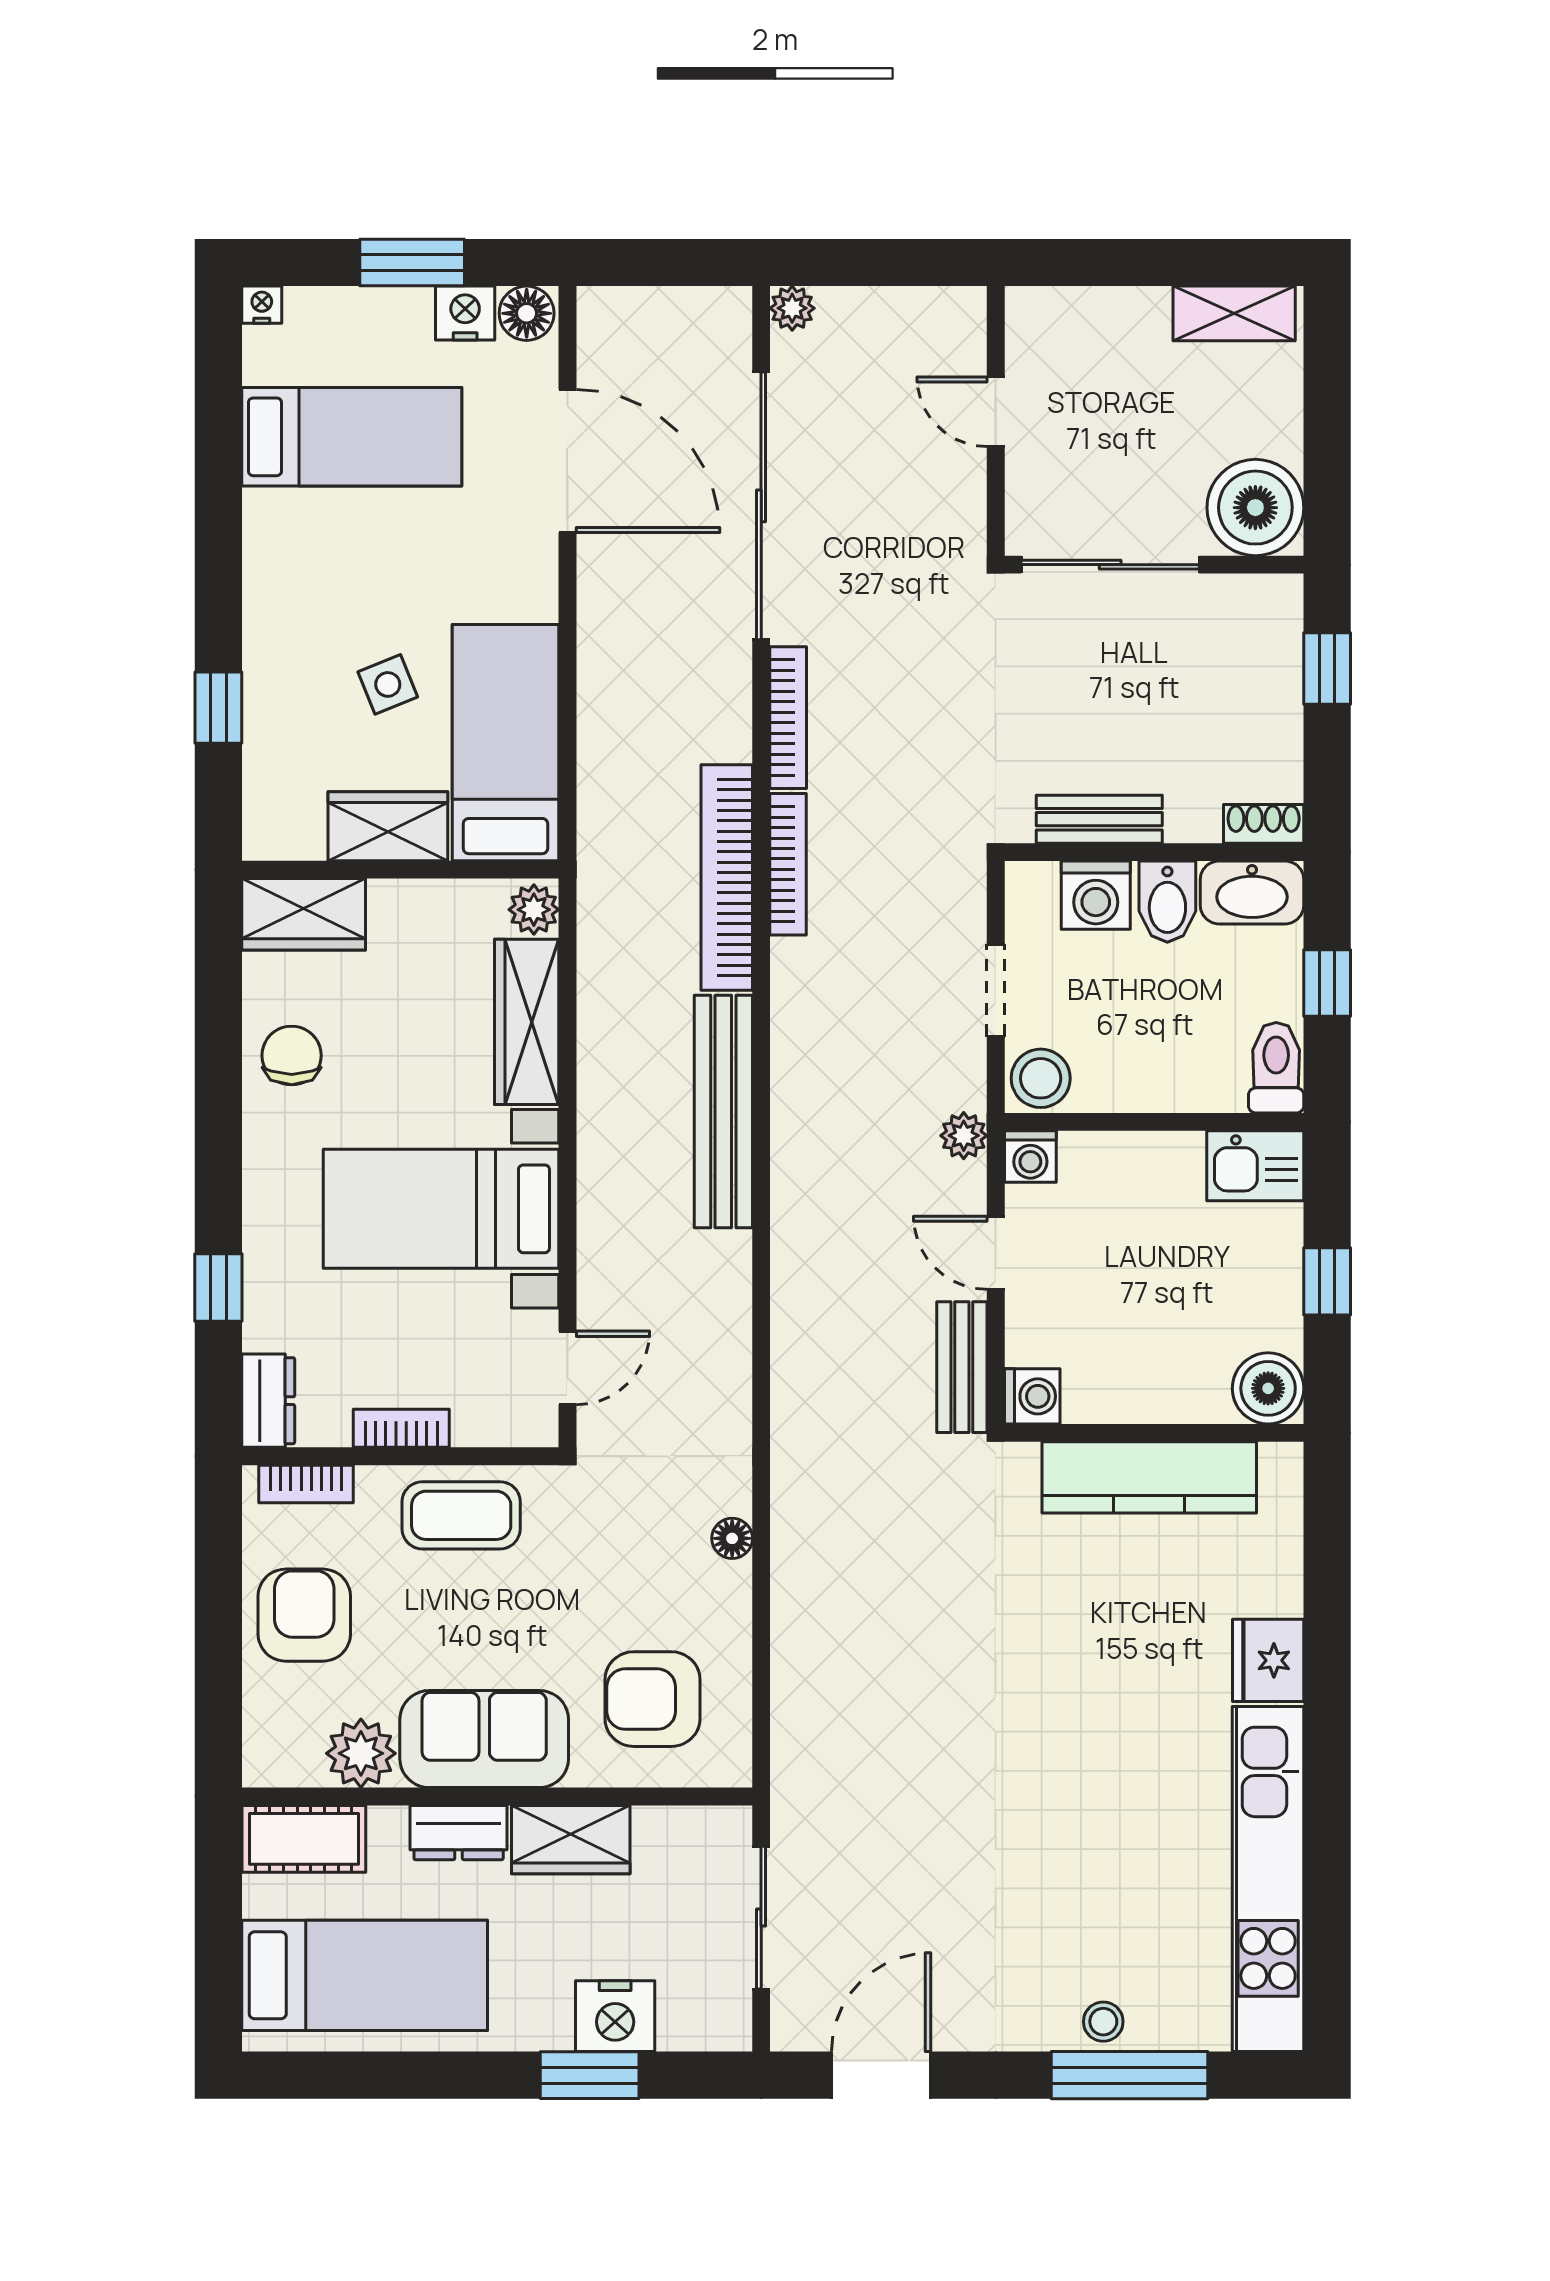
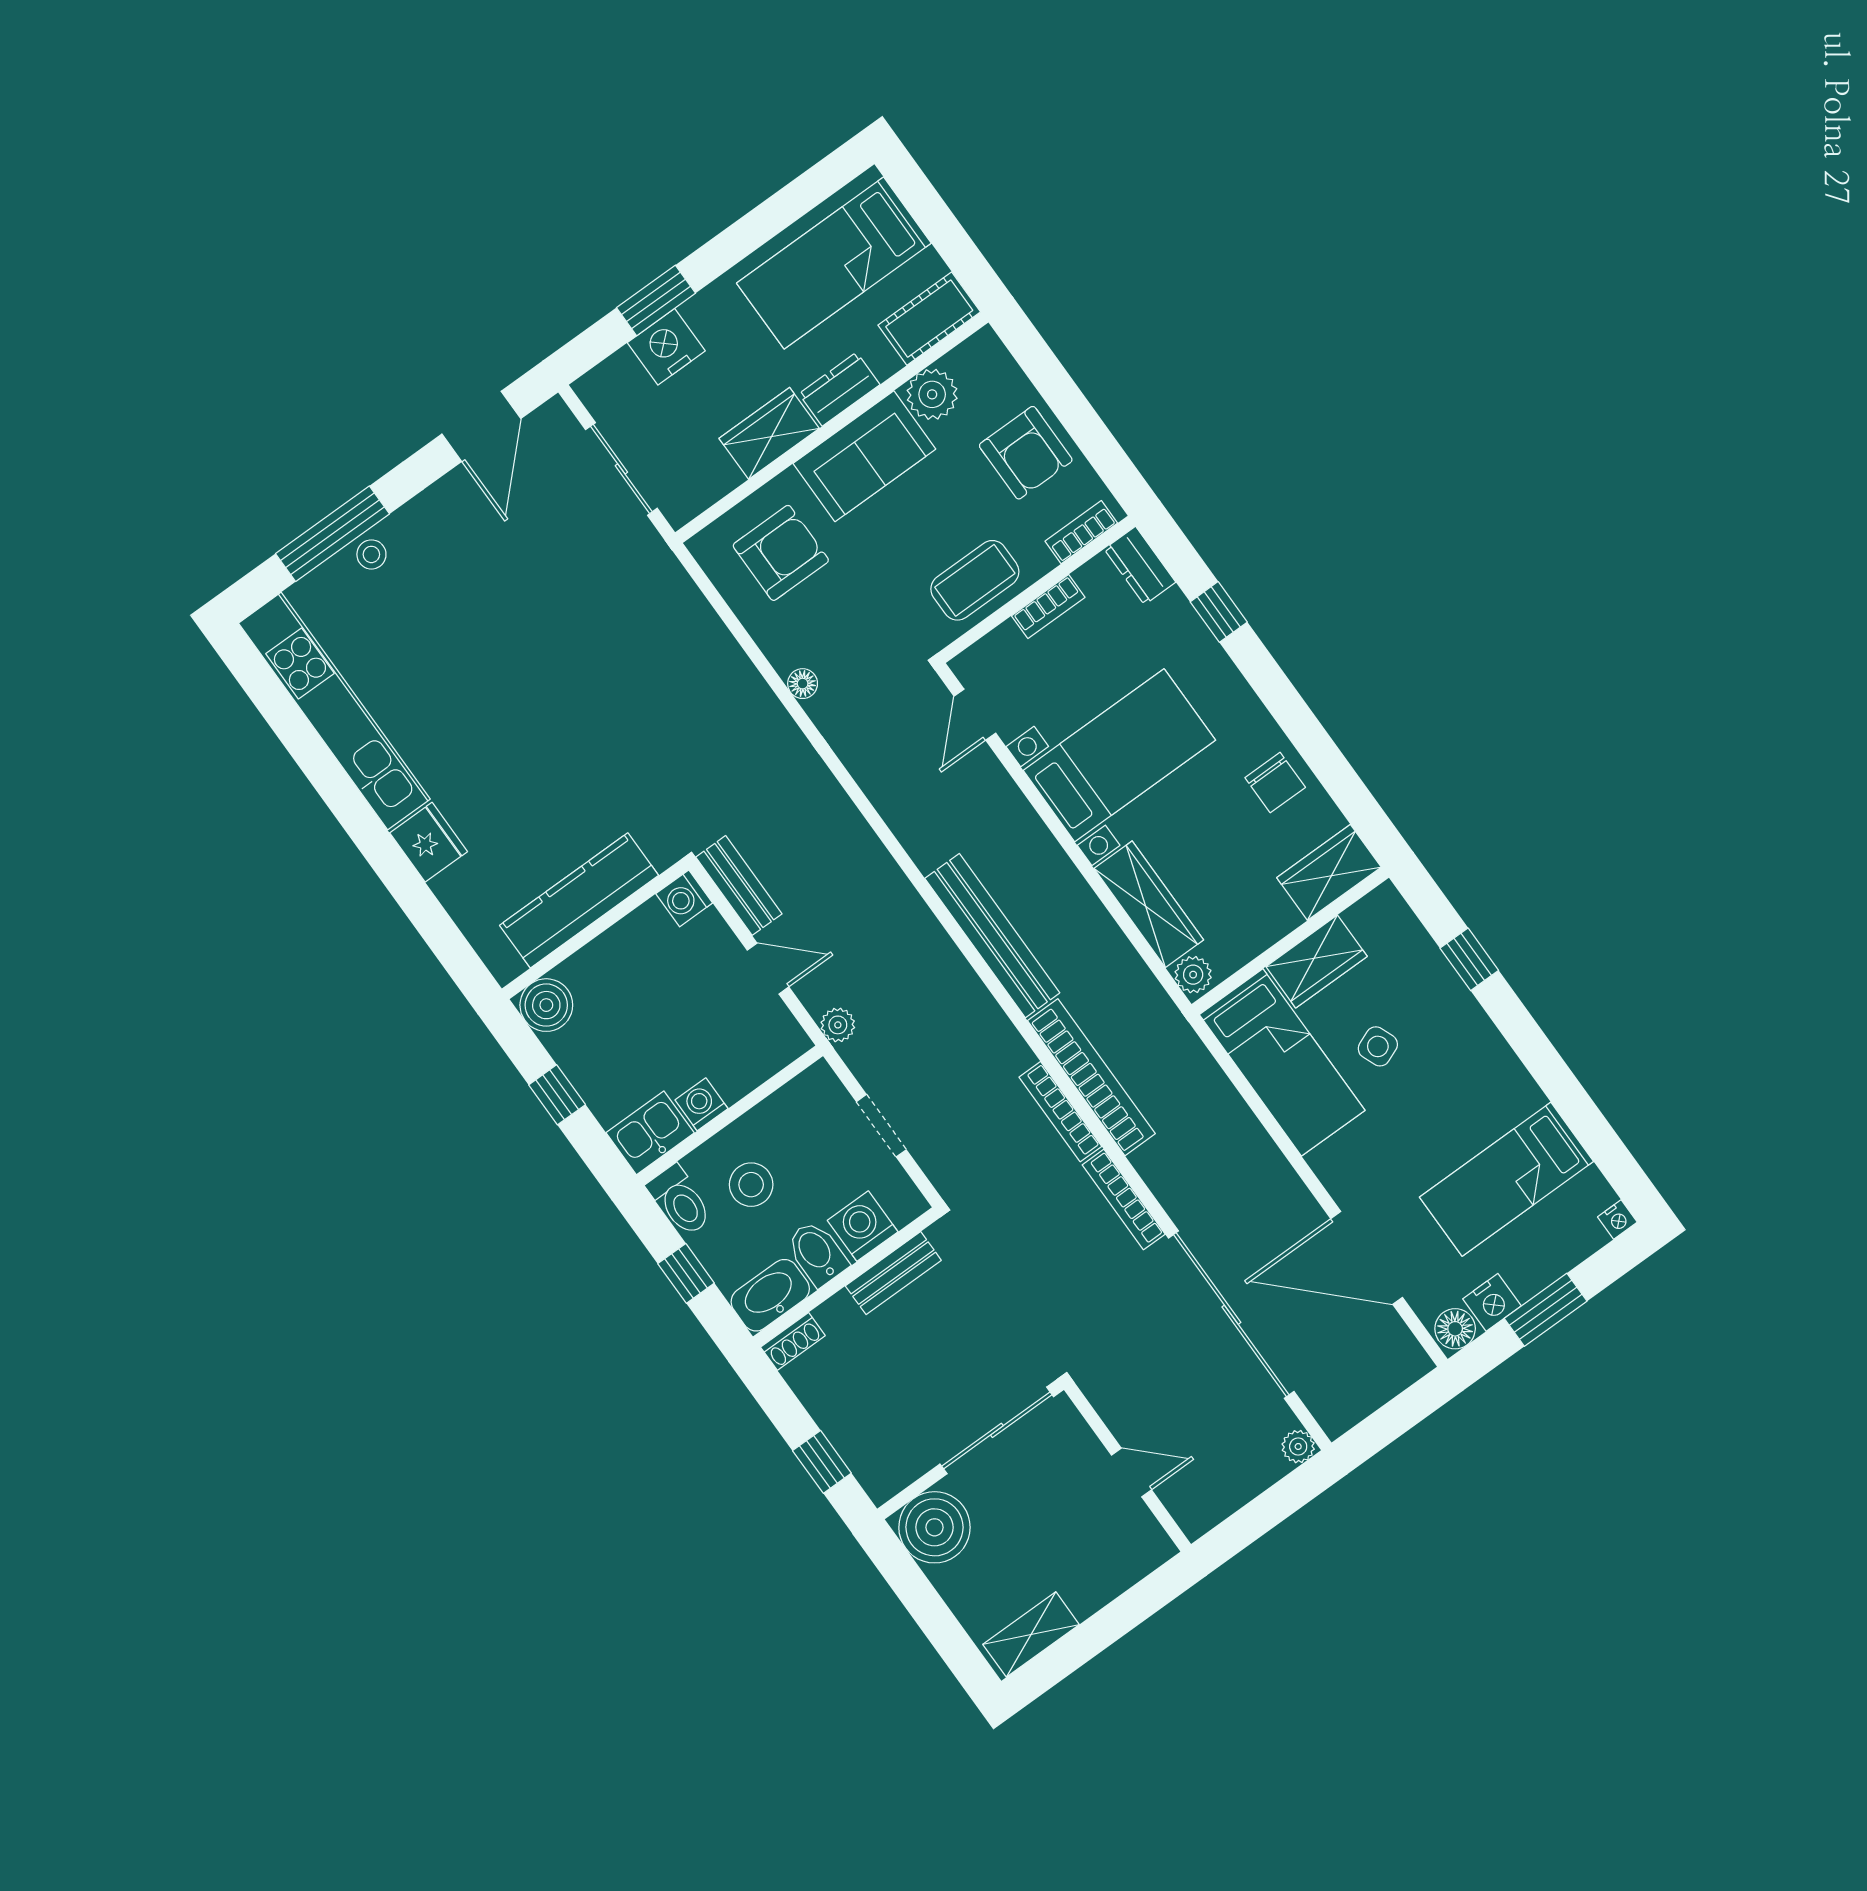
stool: (1041, 1078) -> (751, 1185), moved
washing machine: (1030, 1157) -> (701, 1104), moved

